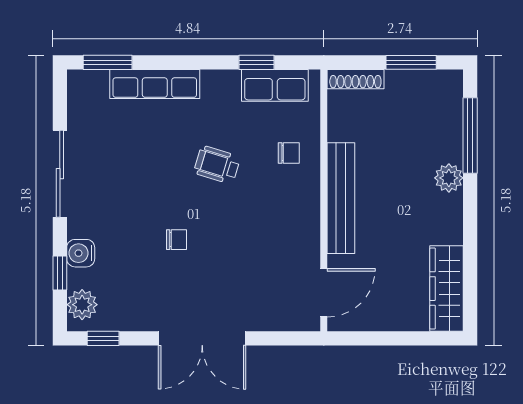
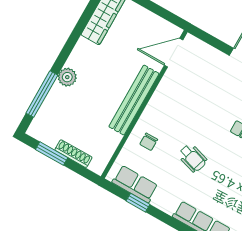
shoe rack: (355, 79) -> (73, 154), moved
chair: (289, 153) -> (149, 142), turned -90

